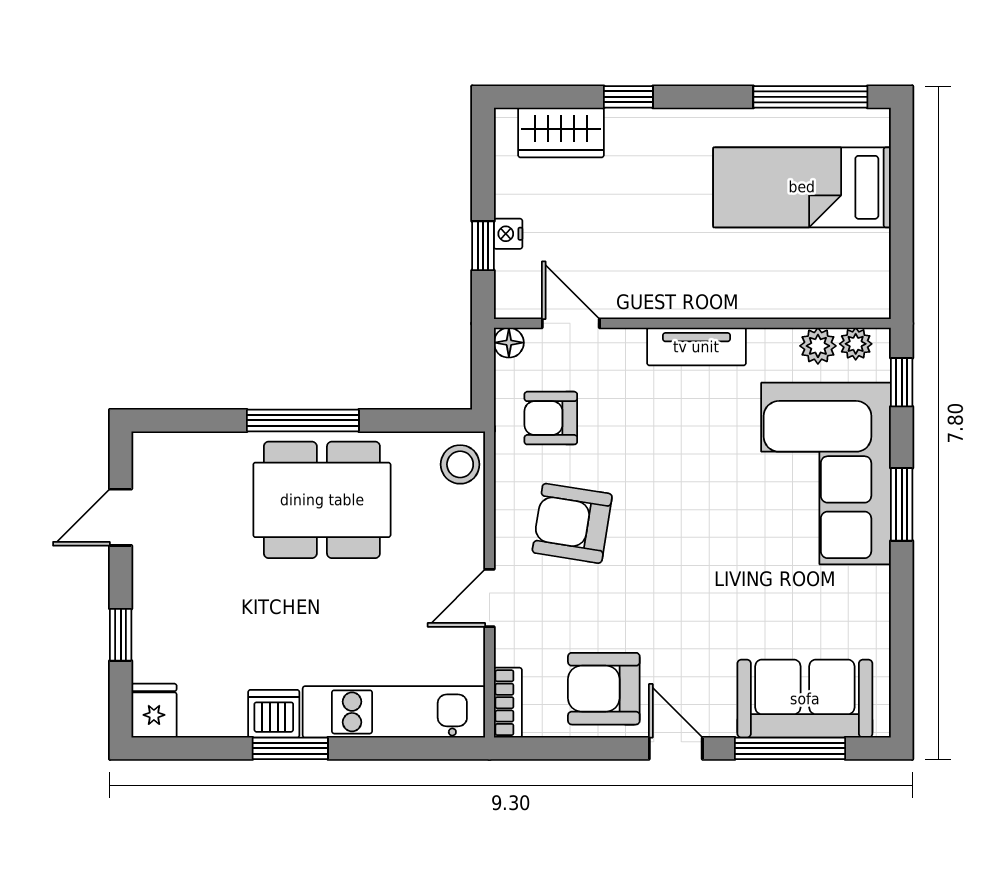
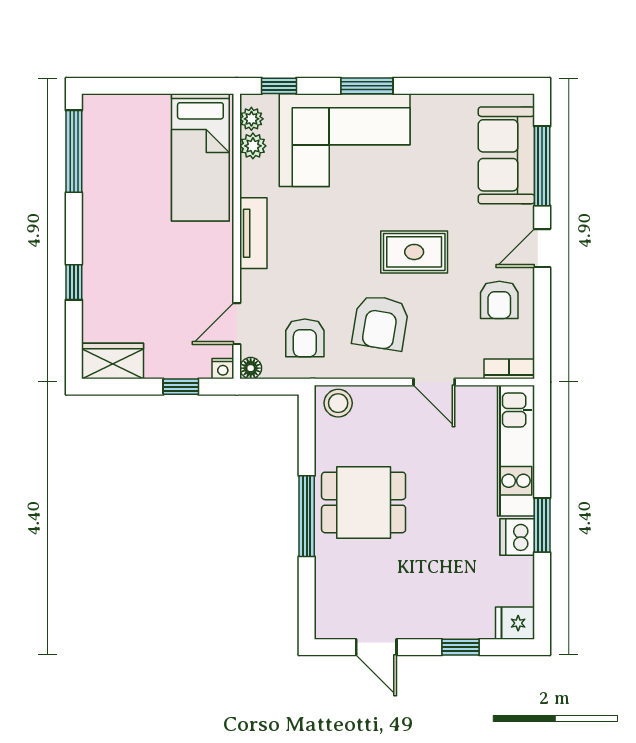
wardrobe: (561, 133) -> (113, 361), moved, turned -90
bed: (802, 187) -> (200, 157), moved
nightstand: (508, 234) -> (223, 369), moved
dining table: (322, 500) -> (364, 502), width x0.73
rug: (670, 570) -> (414, 252), added
armchair: (604, 689) -> (499, 300), width x0.72, depth x0.72

